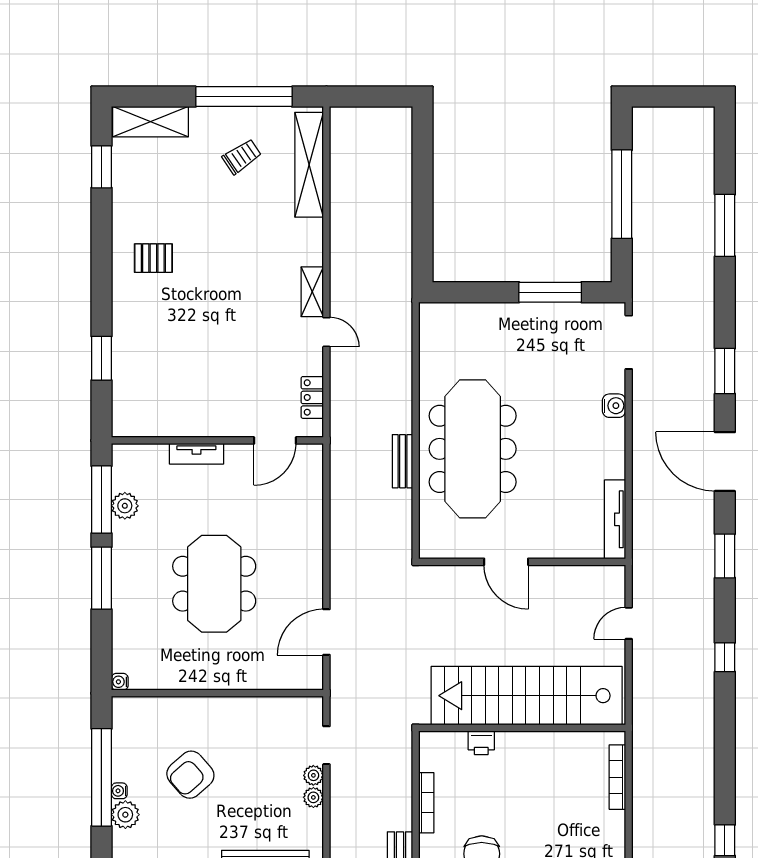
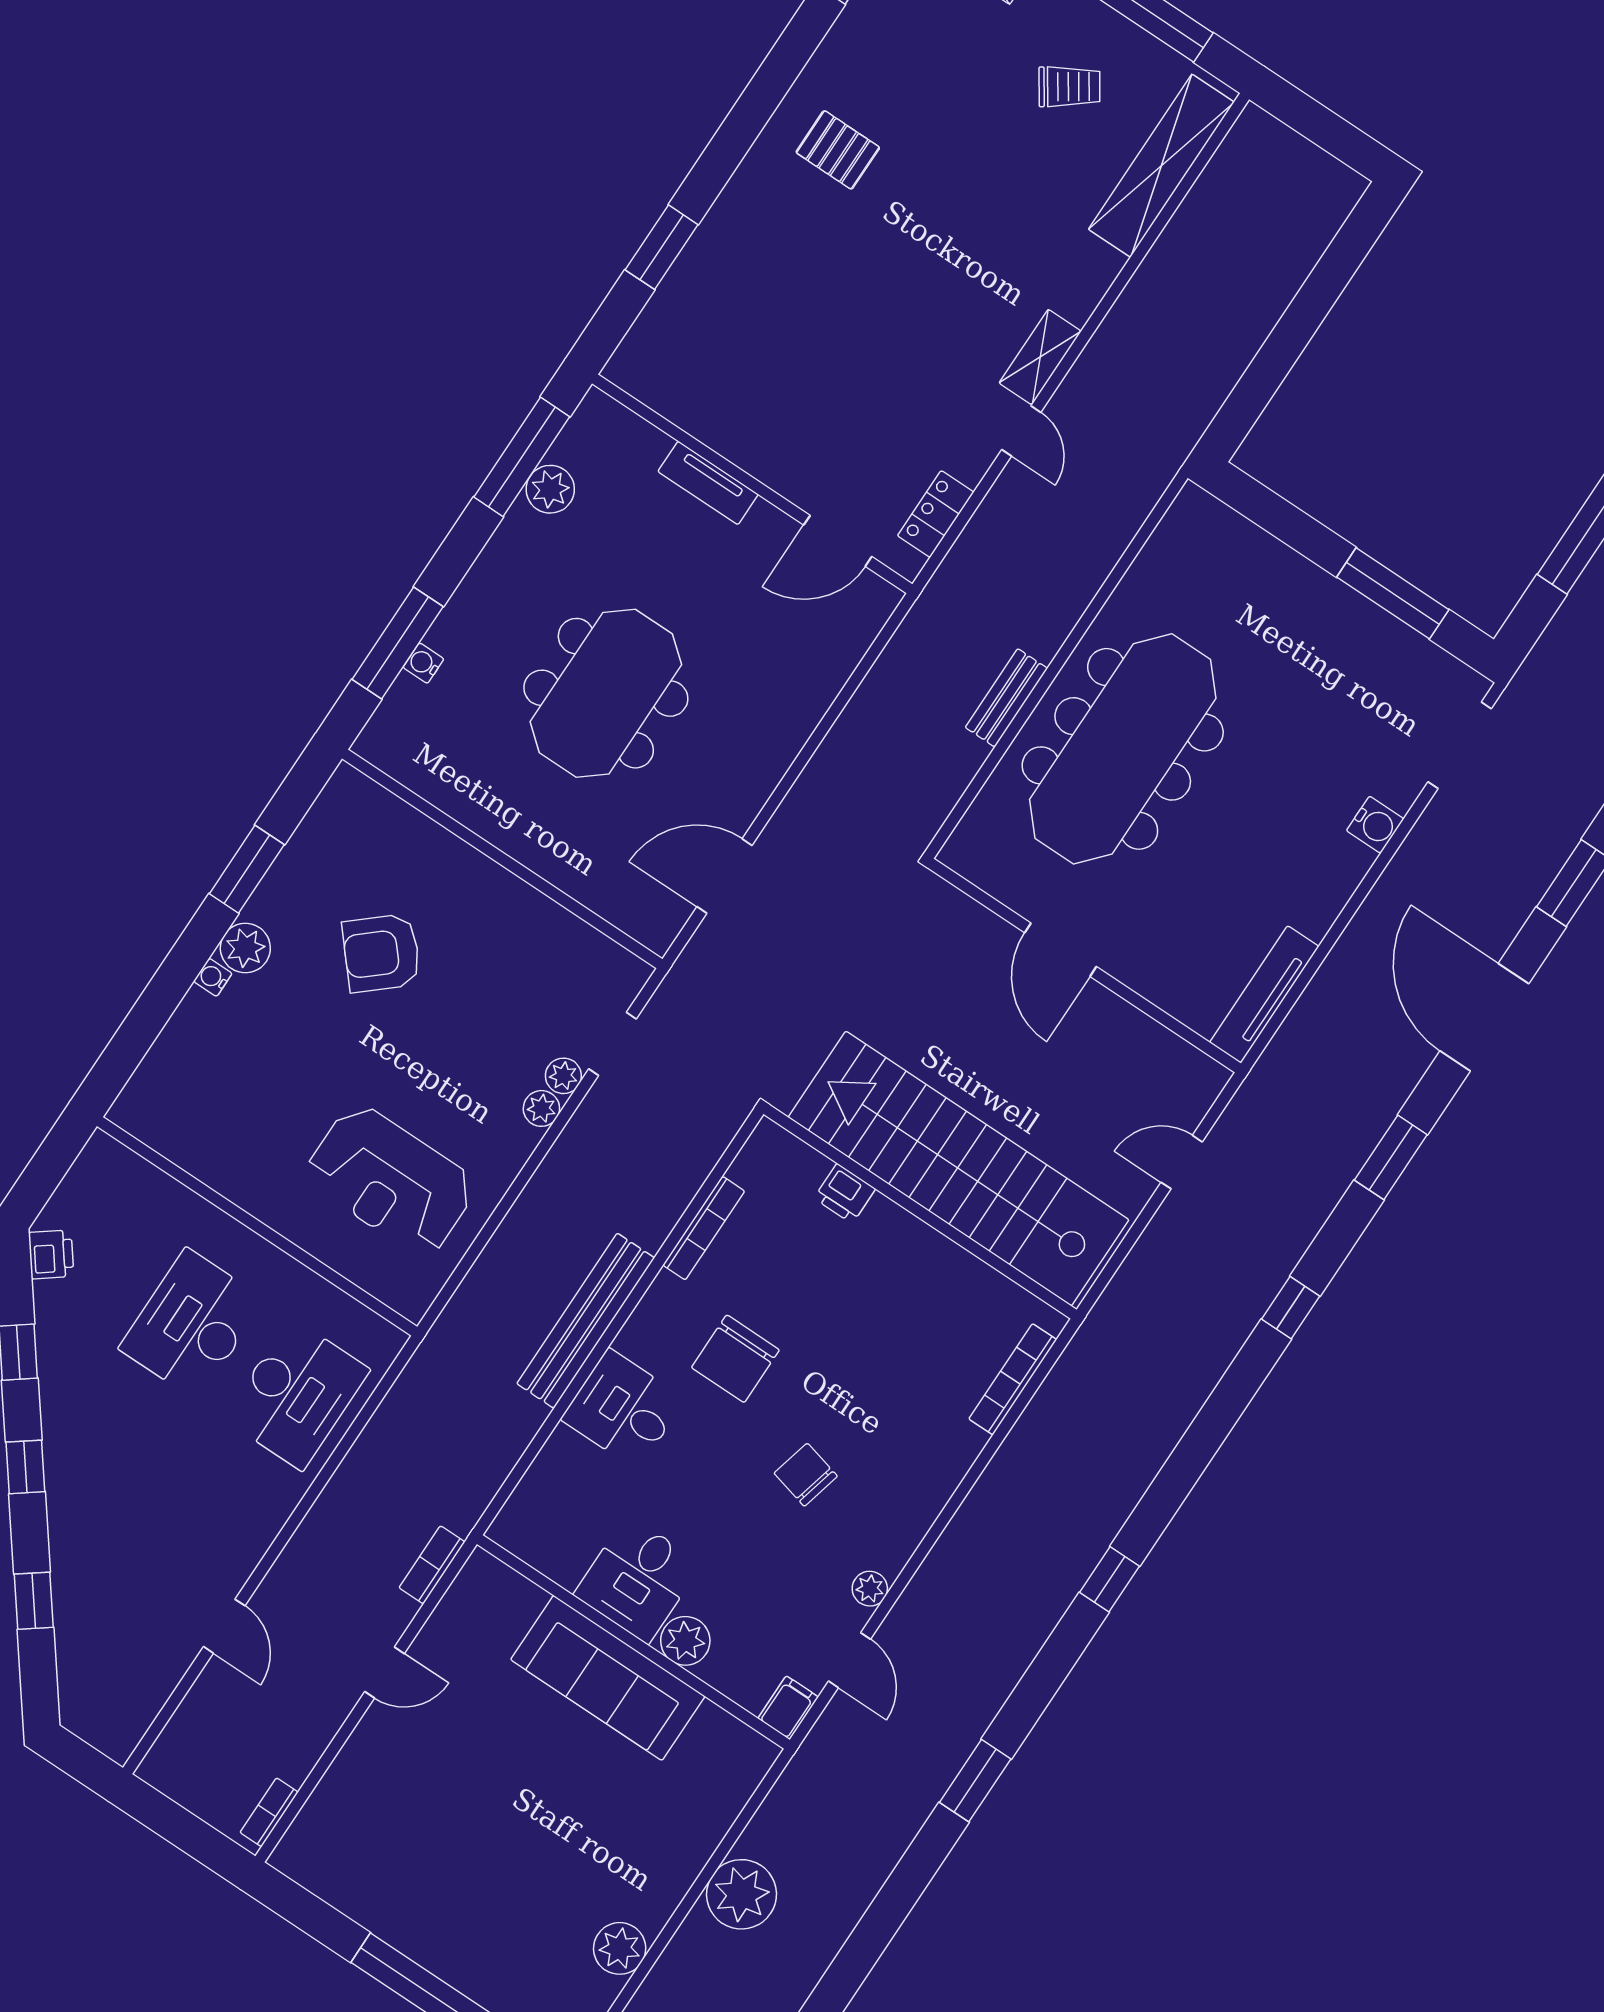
window: (101, 578) -> (398, 643), moved
water cooler: (120, 682) -> (423, 663), moved
window: (101, 777) -> (247, 869), width x0.47
water cooler: (119, 791) -> (213, 977), moved

